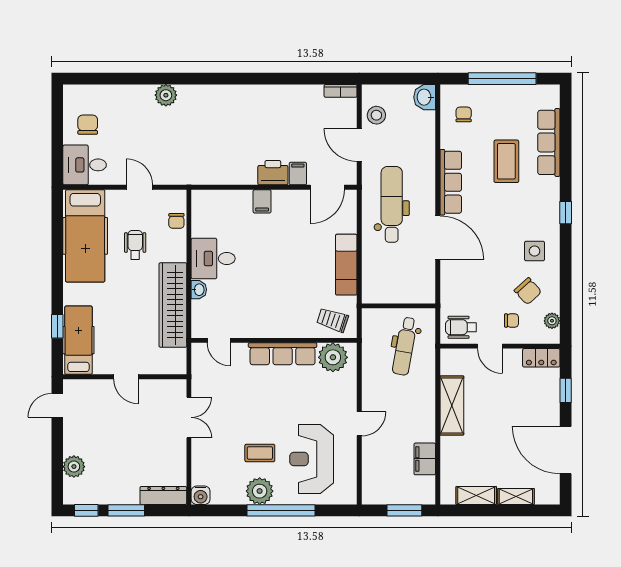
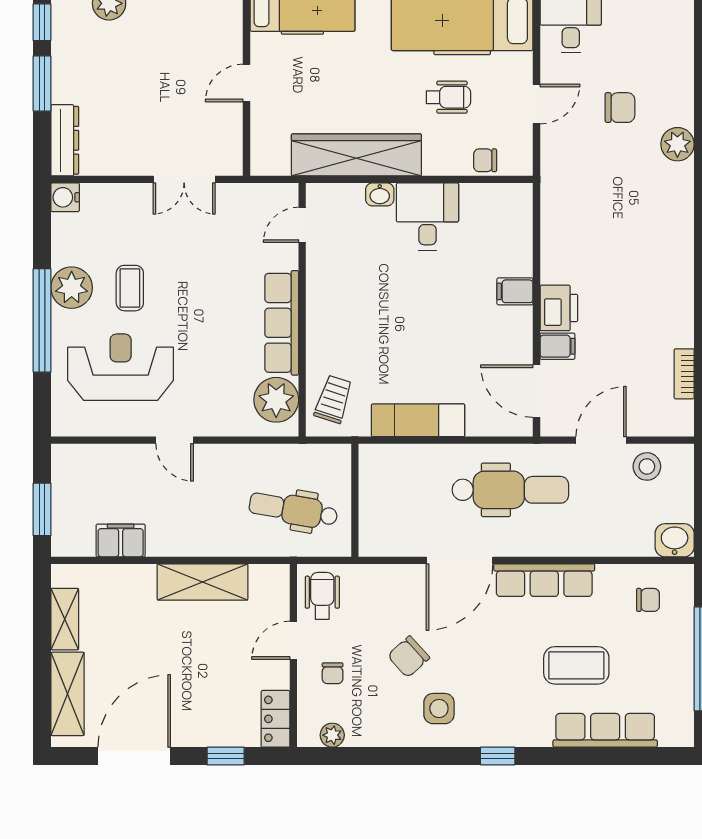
bookcase: (341, 91) -> (684, 374), moved
chair: (88, 125) -> (620, 108), moved
chair: (528, 291) -> (409, 657), moved
shelving: (516, 496) -> (67, 694), width x1.50, depth x1.33

